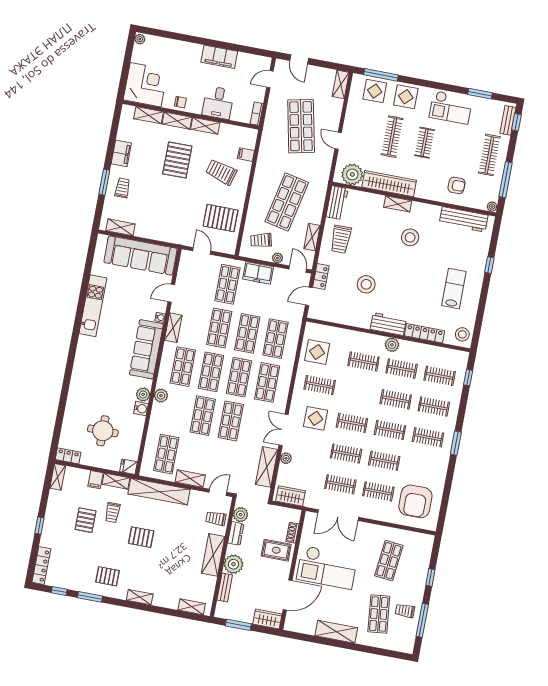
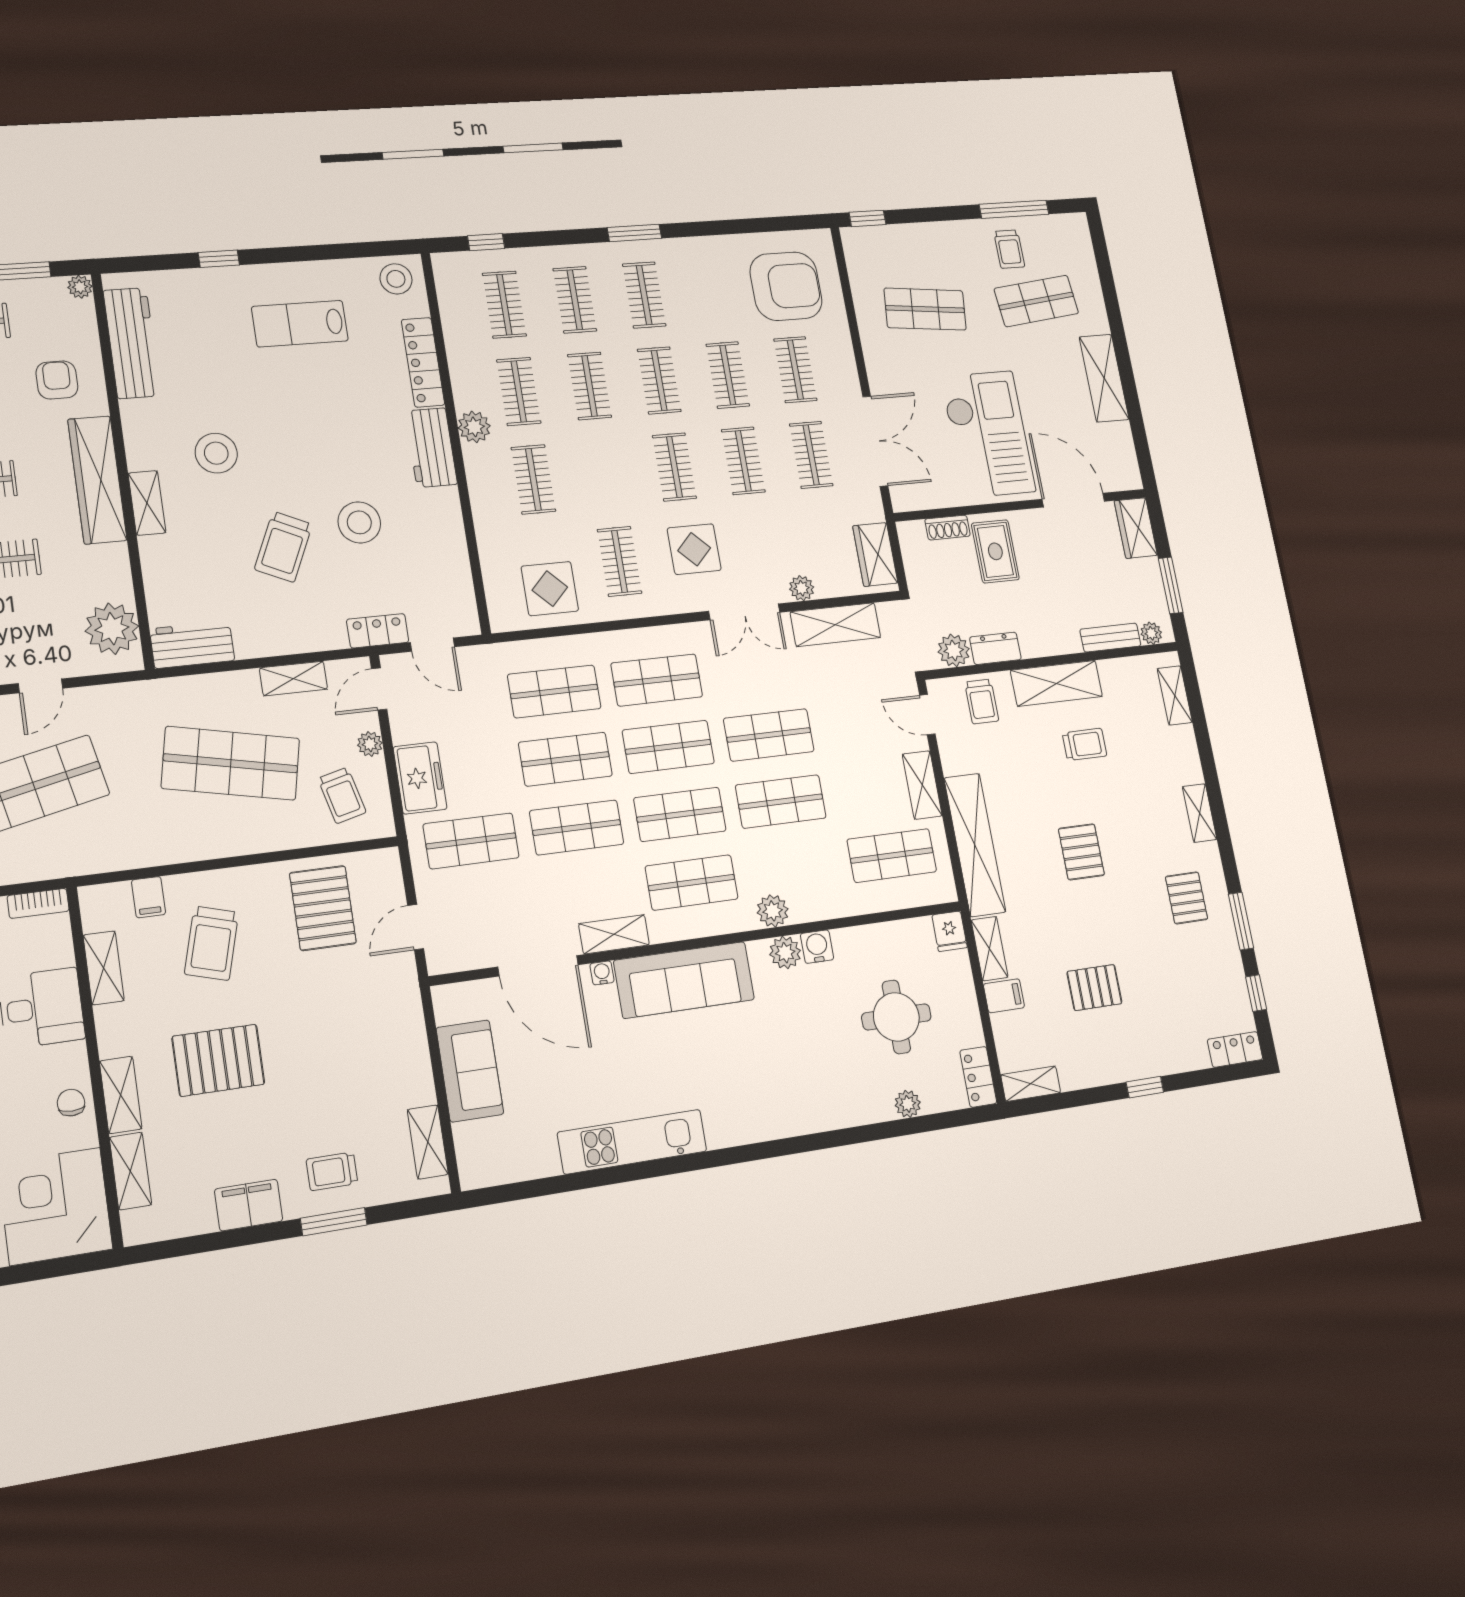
shelving: (205, 126) -> (104, 968), moved
wardrobe: (389, 184) -> (97, 480), moved
trolley: (341, 239) -> (283, 547), moved, turned 115
sofa: (140, 255) -> (470, 1071), width x0.54, depth x0.79
door: (171, 293) -> (538, 966), width x1.88
plant: (68, 422) -> (908, 1104), added
trolley: (113, 513) -> (1084, 744), moved
plant: (233, 564) -> (1151, 633), moved, width x0.53, depth x0.53
locker: (41, 566) -> (1235, 1049), width x0.66
window: (430, 578) -> (868, 218), moved

